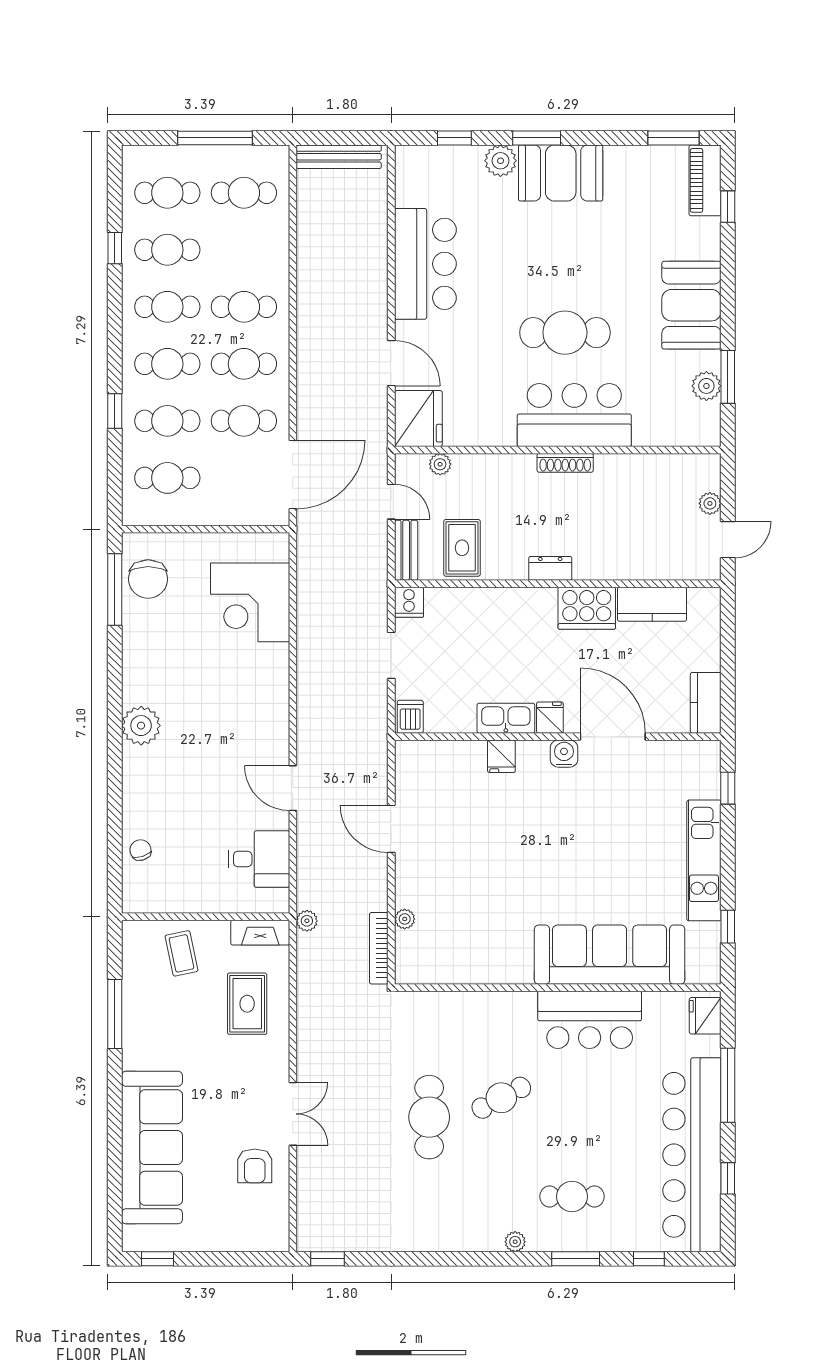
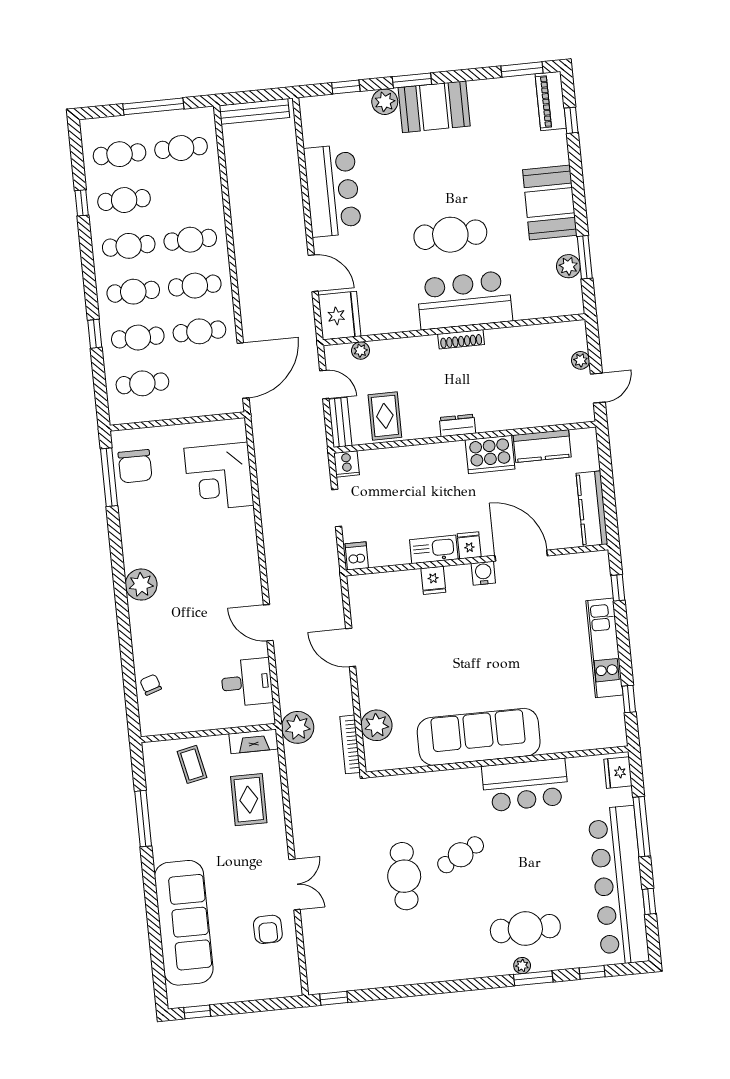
kitchen counter: (706, 703) -> (592, 509), width x1.50
plant: (405, 919) -> (376, 725), width x1.88, depth x1.88
plant: (307, 921) -> (298, 727), width x1.88, depth x1.88
sofa: (610, 955) -> (479, 737), moved
cafe table: (572, 1197) -> (525, 929), width x1.37, depth x1.35
plant: (515, 1242) -> (522, 966), moved

